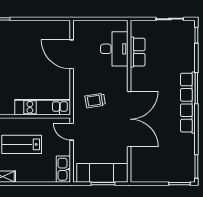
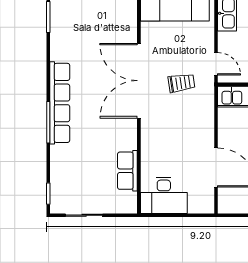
desk: (114, 49) -> (164, 195), moved, turned -90
trolley: (95, 100) -> (181, 83), moved

